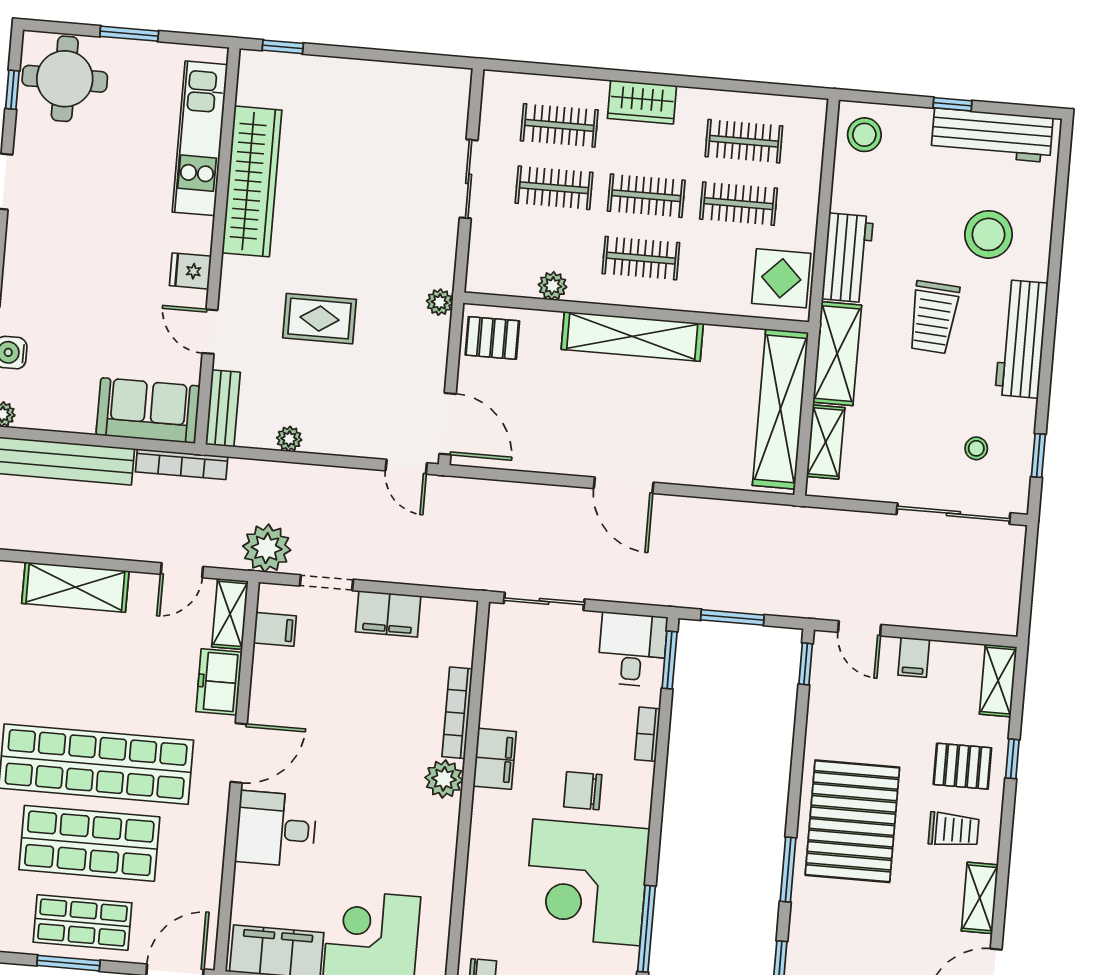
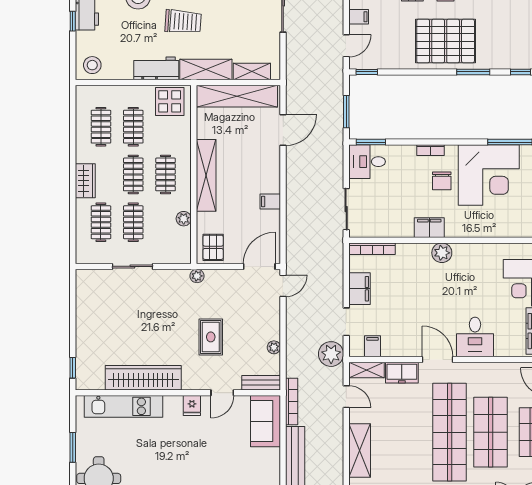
filing cabinet: (571, 456) -> (270, 201), added
door: (624, 485) -> (283, 130), moved
bookcase: (457, 713) -> (372, 249), moved
bookcase: (647, 734) -> (431, 150), moved

